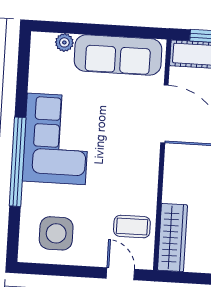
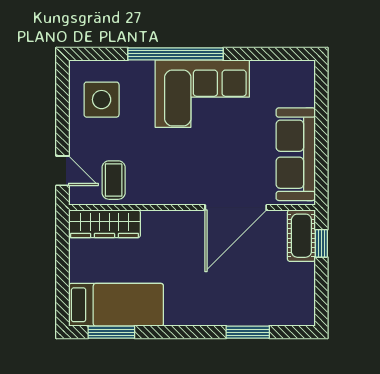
plant: (64, 42) -> (306, 96), removed
door: (120, 274) -> (63, 171), hinge flipped

